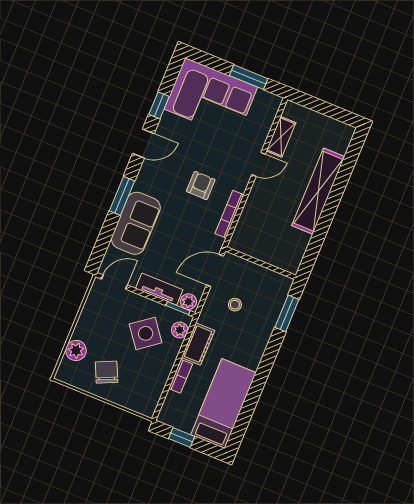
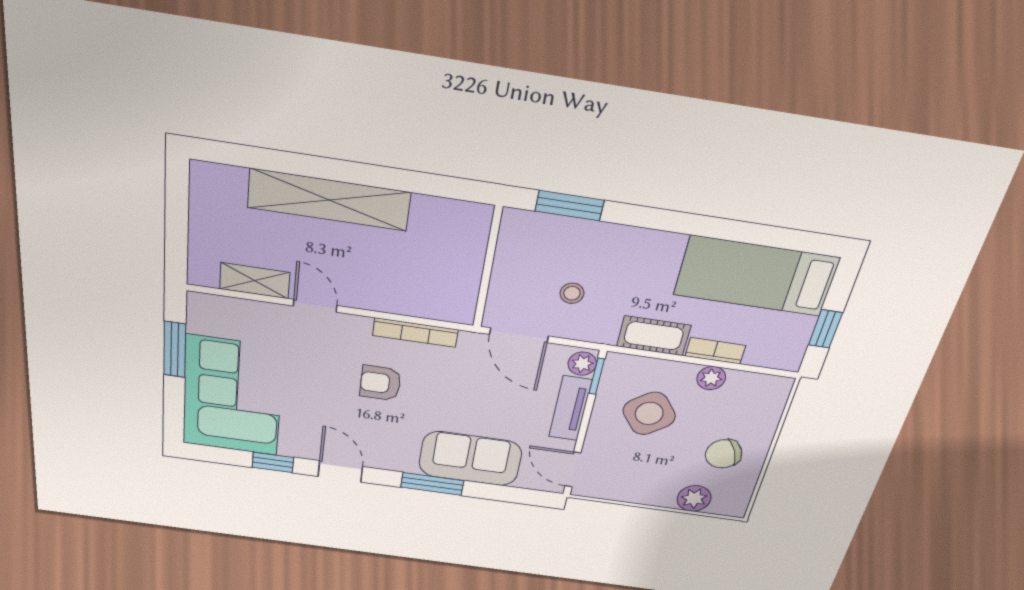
plant: (180, 330) -> (711, 378), moved

